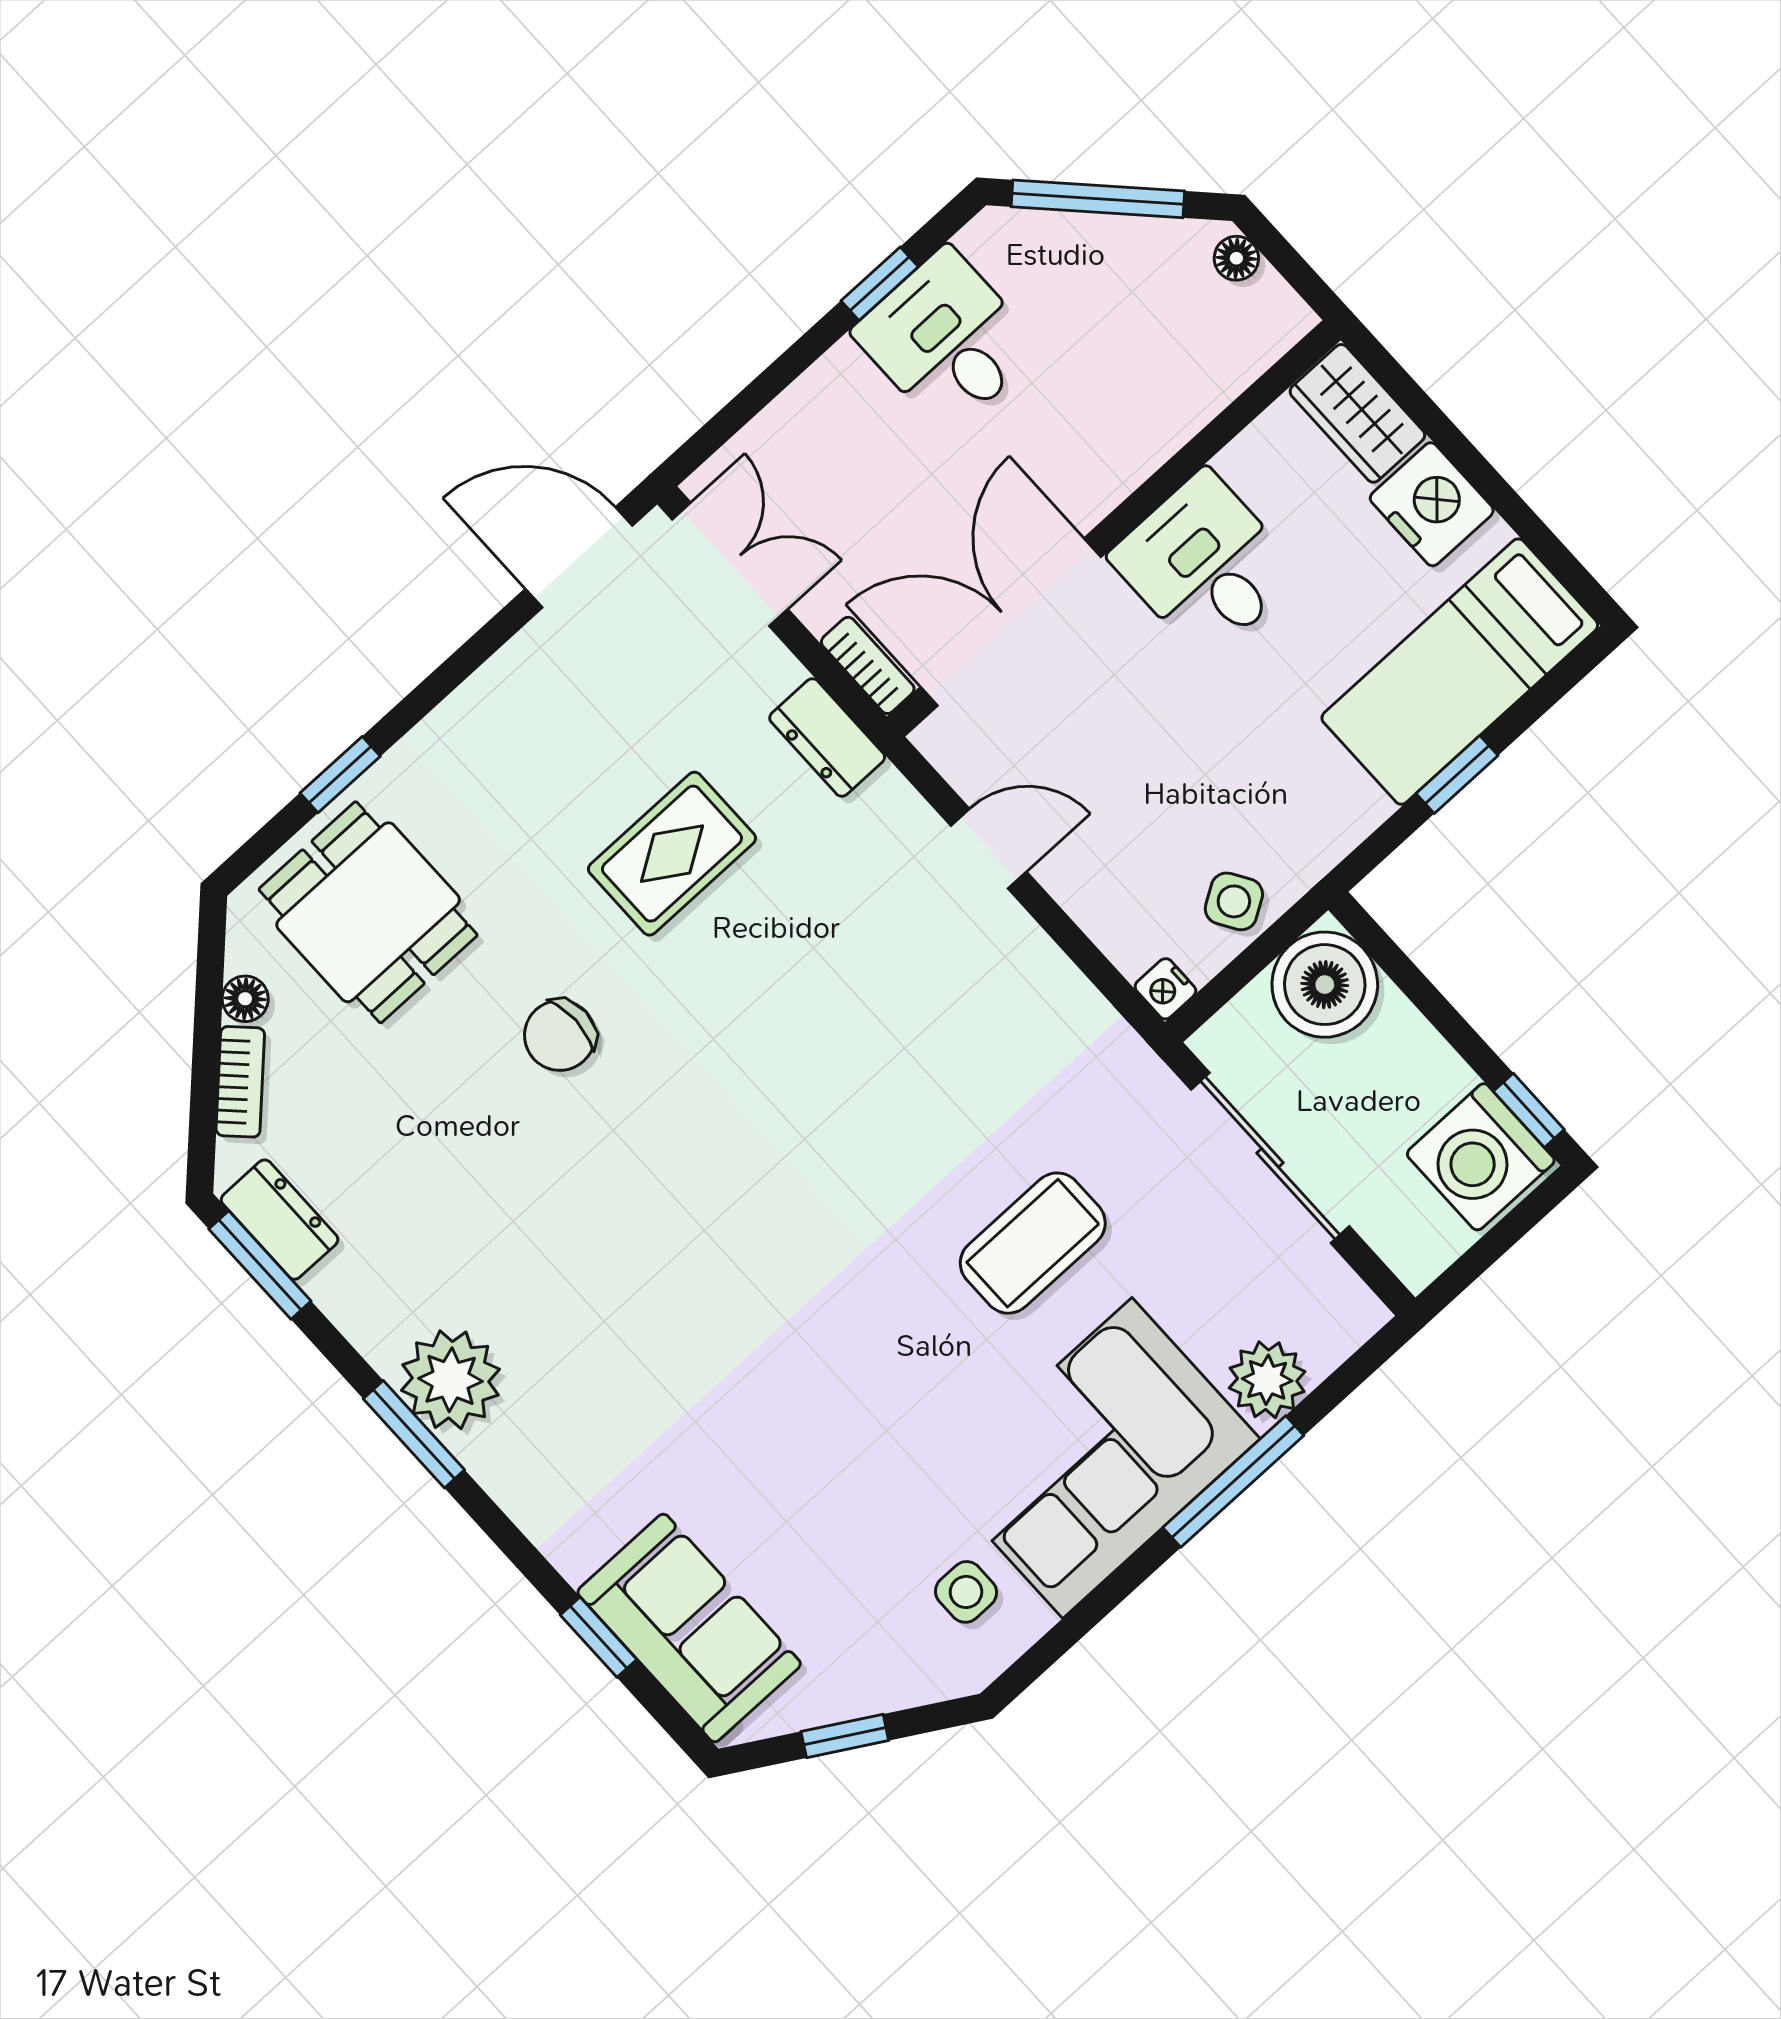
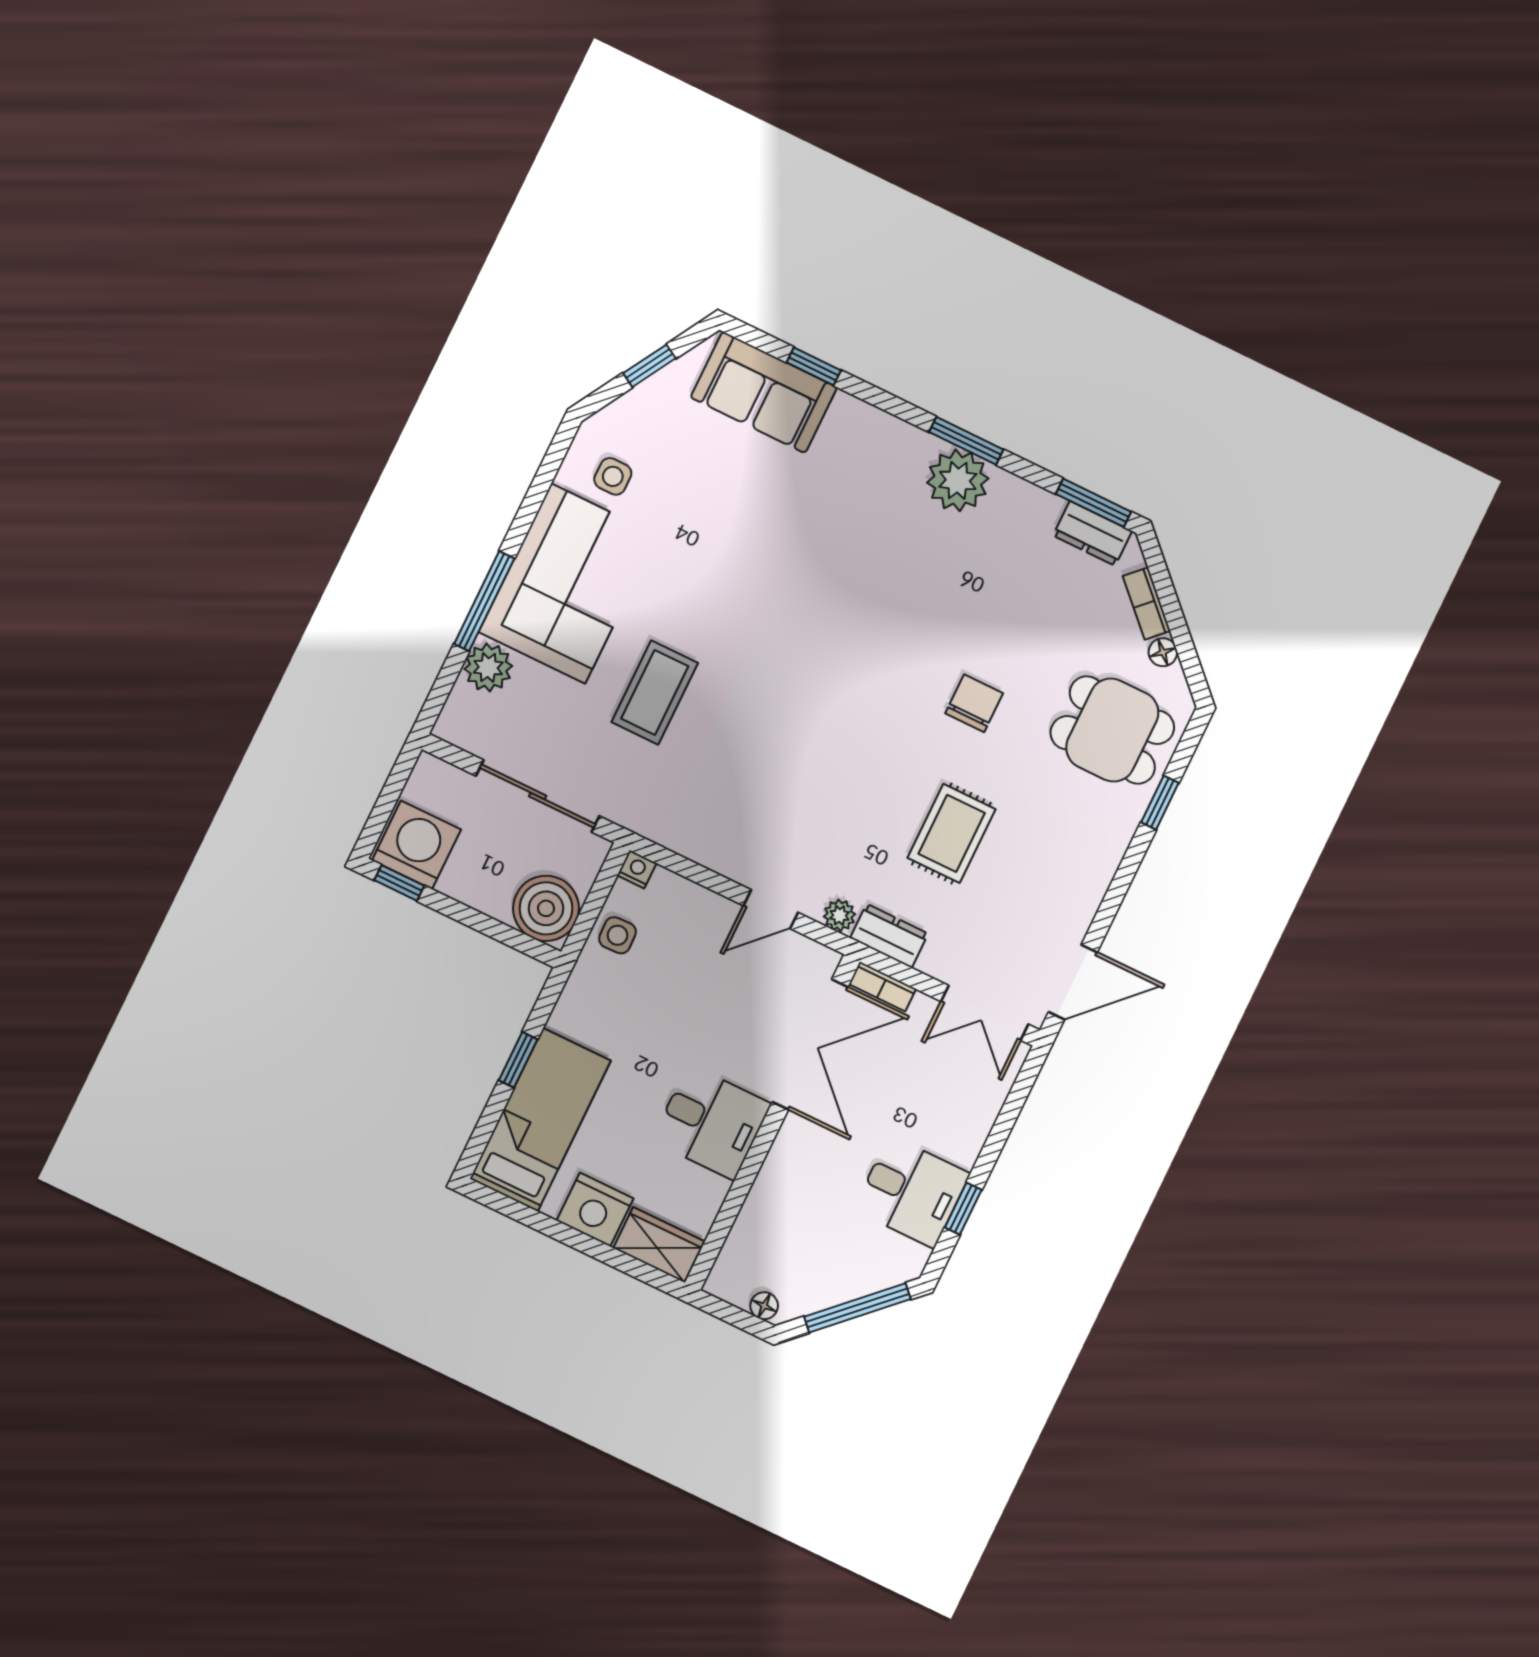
plant: (889, 798) -> (839, 915), added
side table: (1234, 901) -> (618, 935), turned 30

